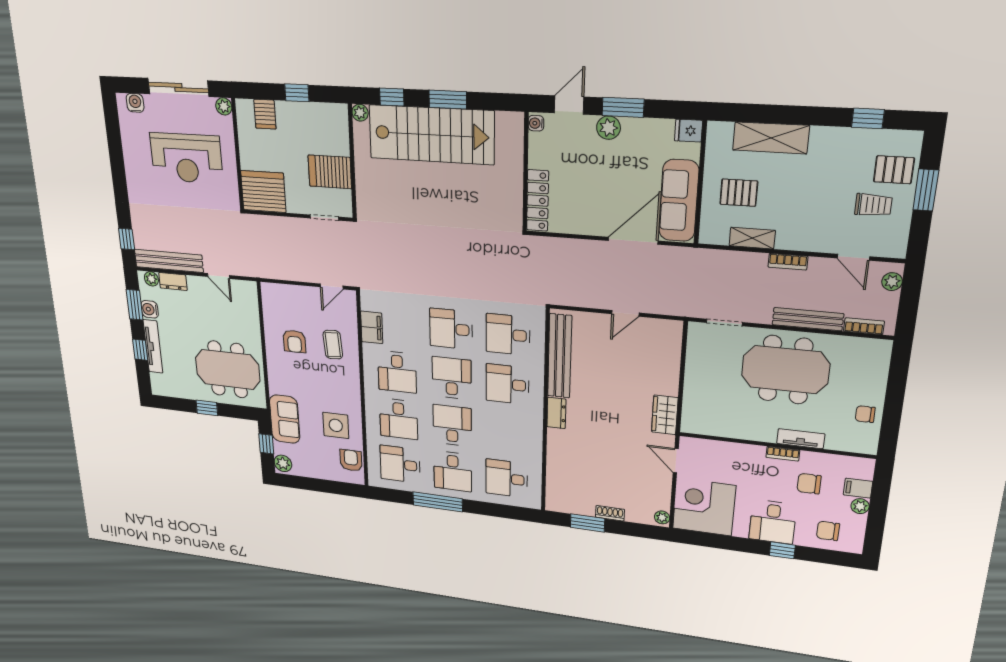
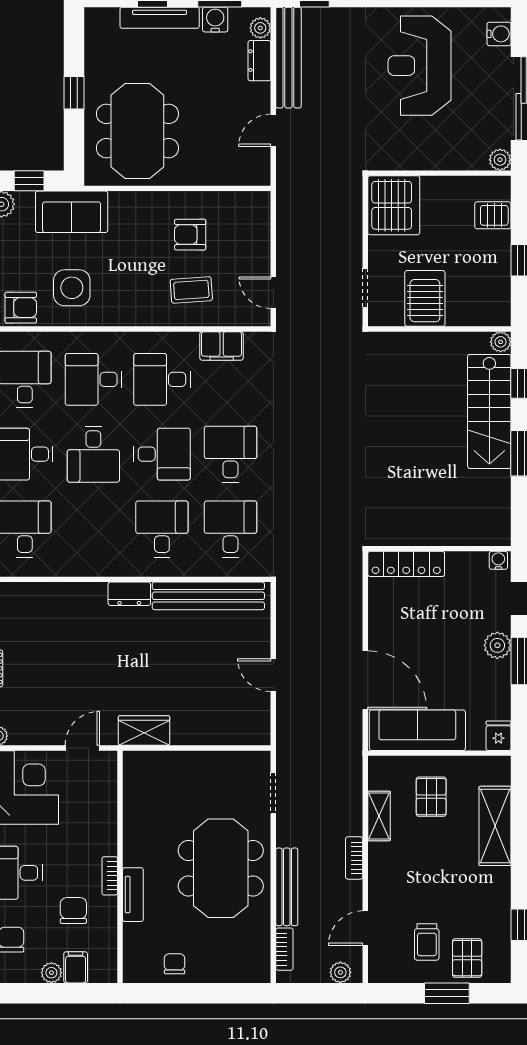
stairs: (431, 135) -> (489, 411), width x0.73, depth x0.66
reception desk: (186, 158) -> (419, 66), moved
desk: (452, 425) -> (93, 454), turned 90

